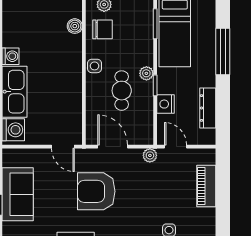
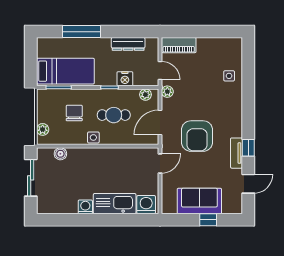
chair: (102, 29) -> (74, 113), moved
plant: (146, 73) -> (146, 95), moved
door: (176, 147) -> (160, 70), swing flipped
piano: (206, 186) -> (179, 45), moved

